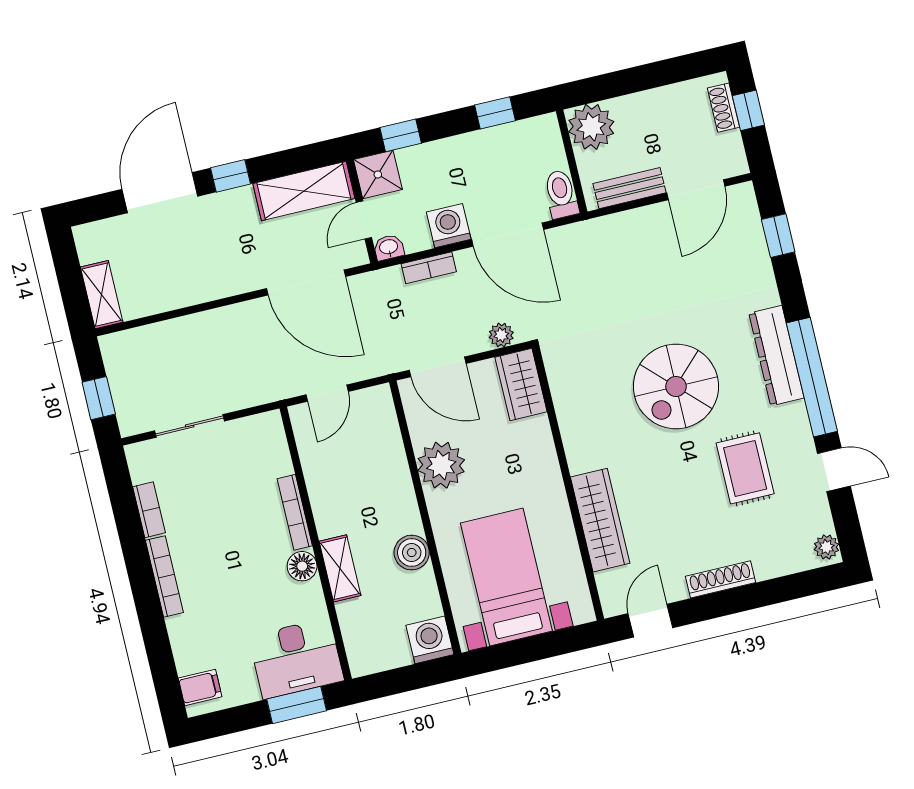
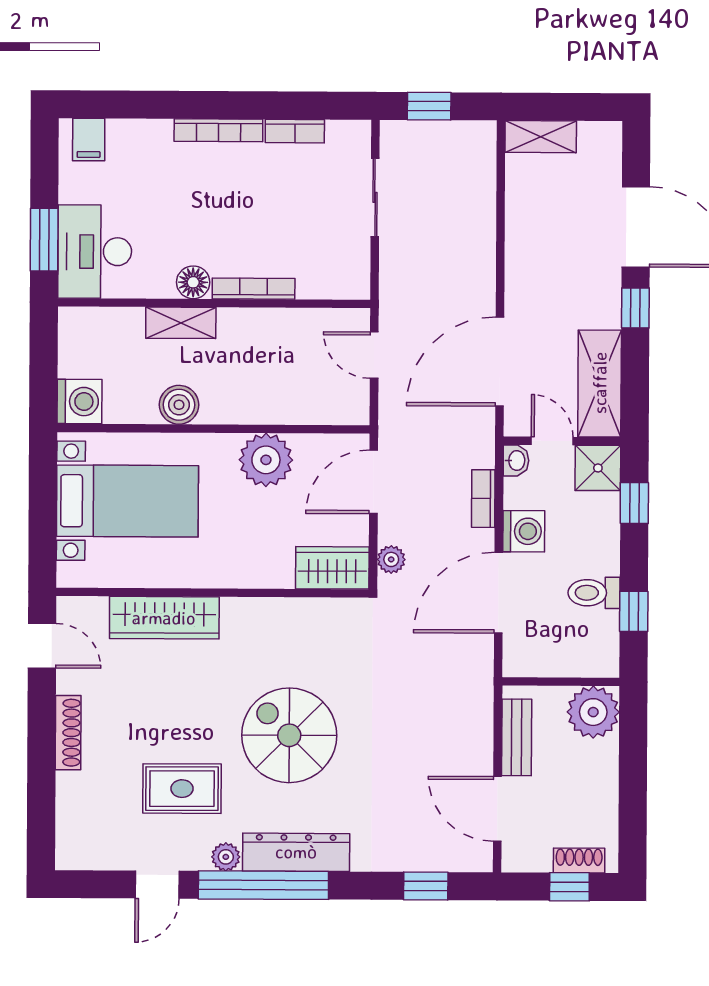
toilet: (561, 194) -> (594, 593), moved, turned 180
plant: (826, 547) -> (226, 857), moved

